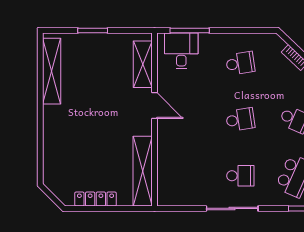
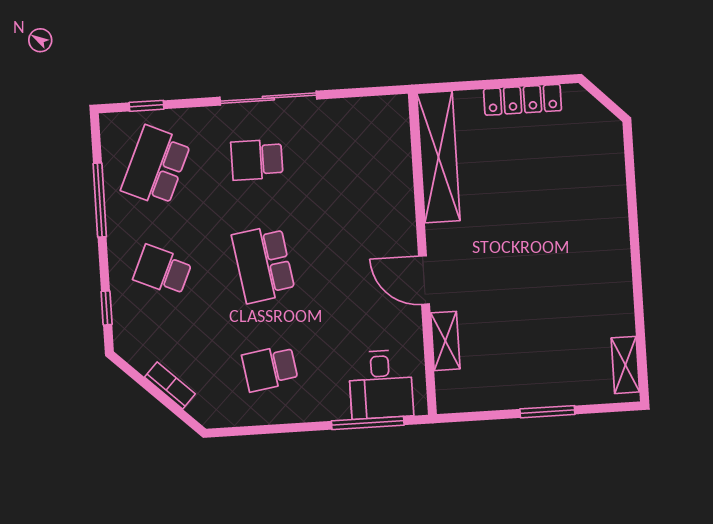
shelving: (143, 64) -> (445, 341), width x0.67, depth x0.75
shelving: (52, 71) -> (625, 365), width x0.45, depth x0.75
school desk: (240, 120) -> (263, 264), width x1.85

